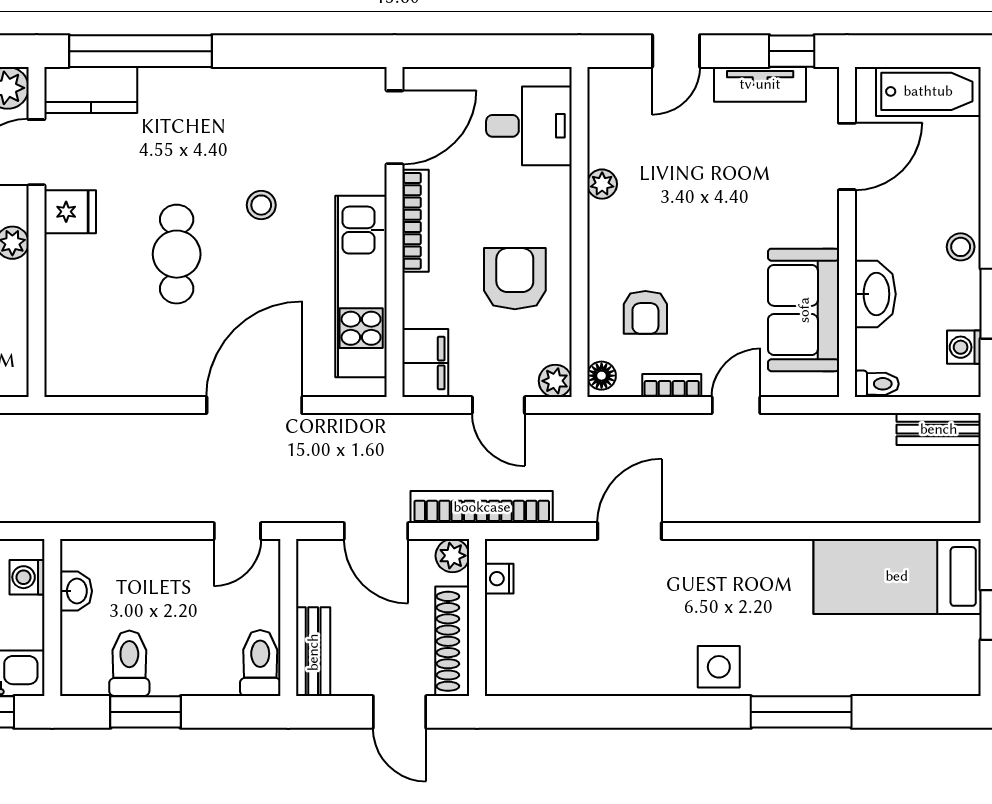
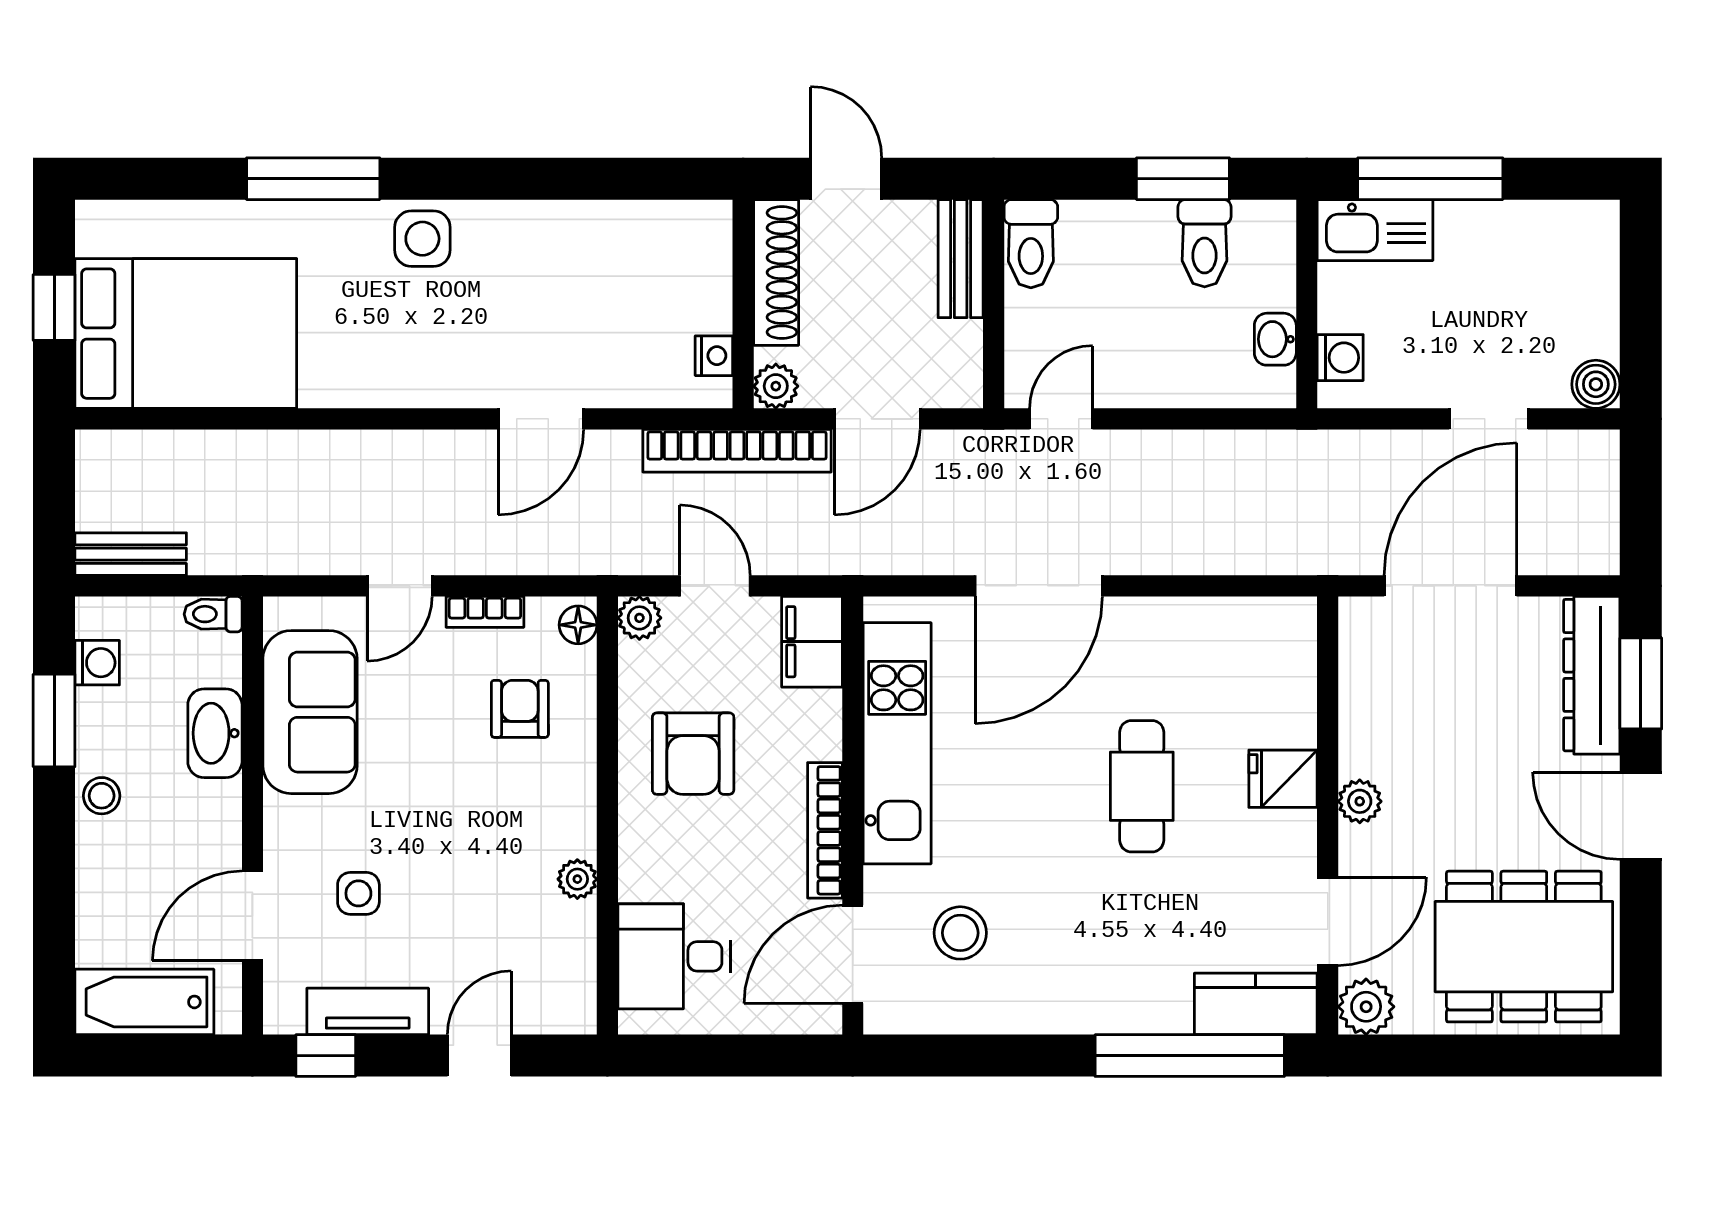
side table: (767, 173) -> (358, 893), added
stool: (261, 205) -> (960, 933), moved, width x1.37, depth x1.37
fridge: (70, 212) -> (1283, 779), moved
door: (376, 531) -> (877, 419), swing flipped
bed: (897, 576) -> (186, 334), width x1.50

